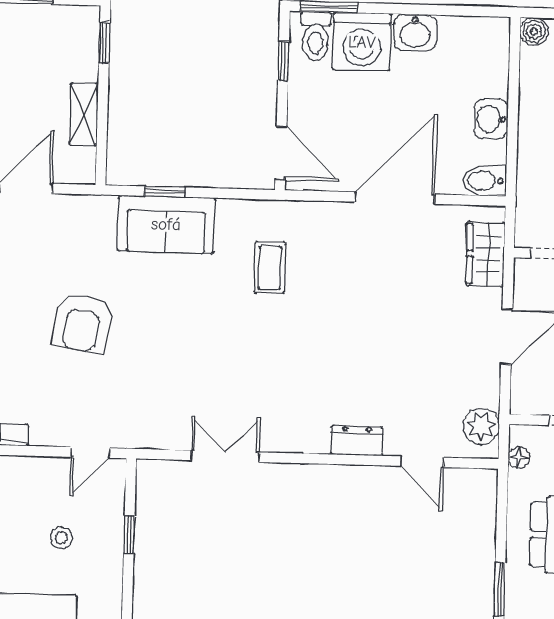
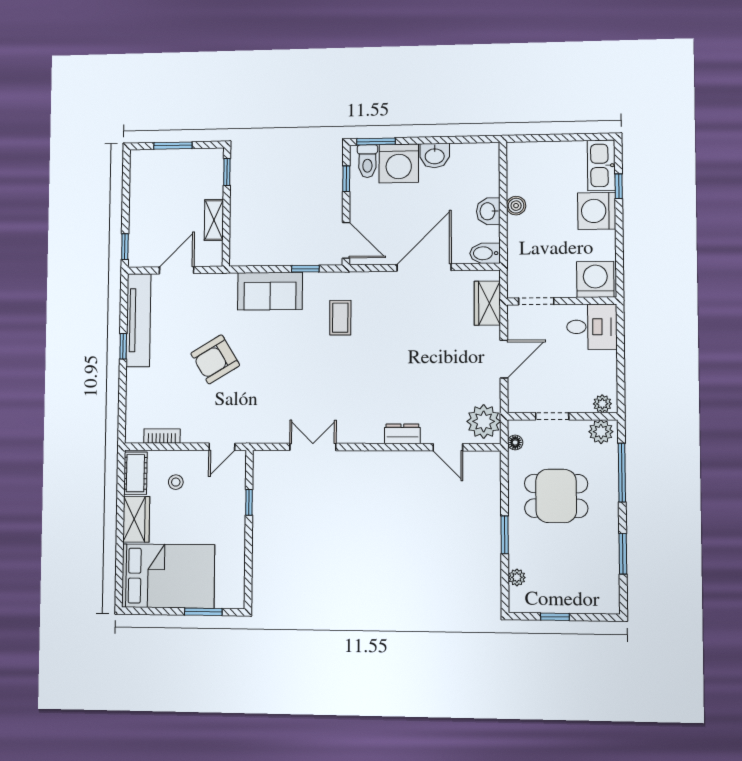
boiler: (534, 31) -> (516, 206), moved
window: (165, 192) -> (305, 269), moved
armchair: (82, 323) -> (215, 359), turned 50
plant: (481, 426) -> (484, 421), width x1.36, depth x1.36
stool: (61, 538) -> (176, 482), moved

